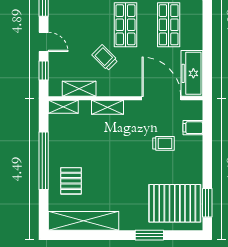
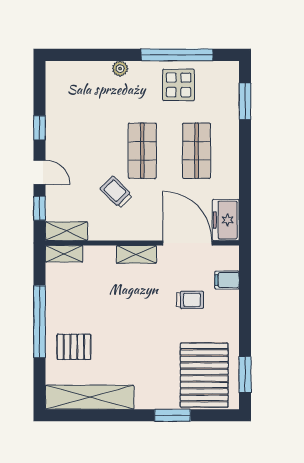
freezer: (192, 73) -> (226, 220), width x0.71
shelving: (79, 89) -> (66, 231), moved
shelving: (107, 107) -> (136, 254), moved
pallet: (71, 181) -> (74, 347), turned 90
pallet: (175, 203) -> (204, 375), turned 90

